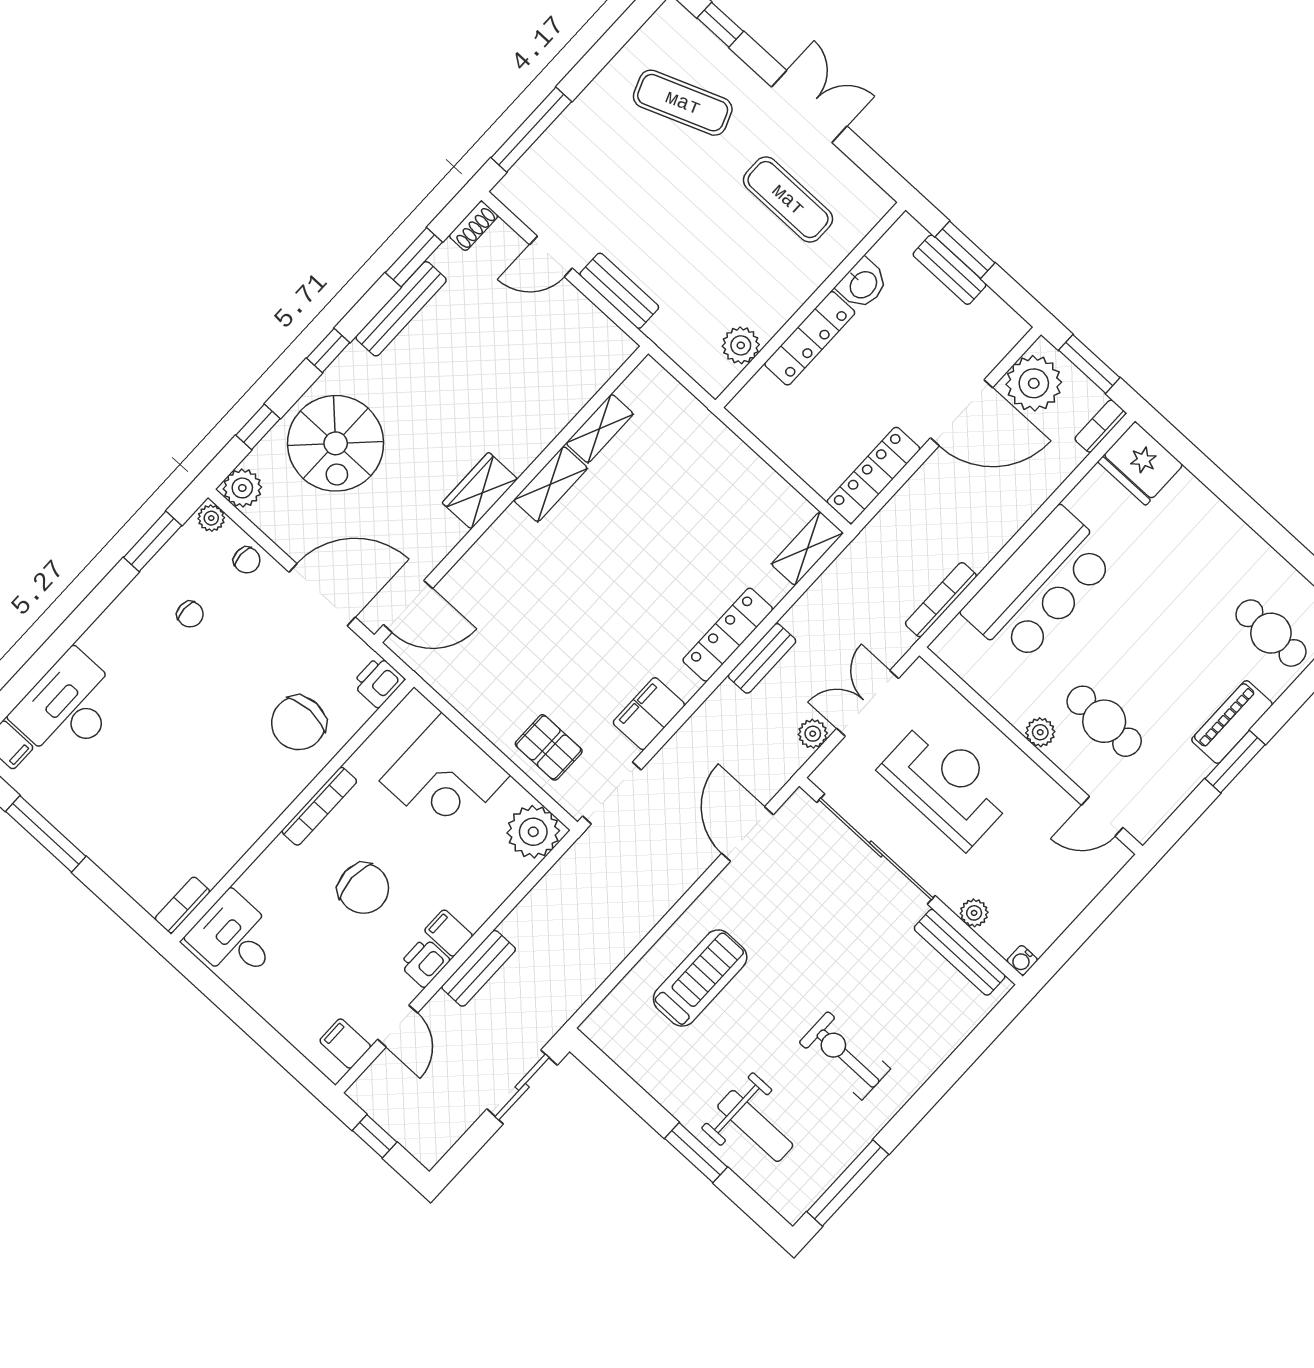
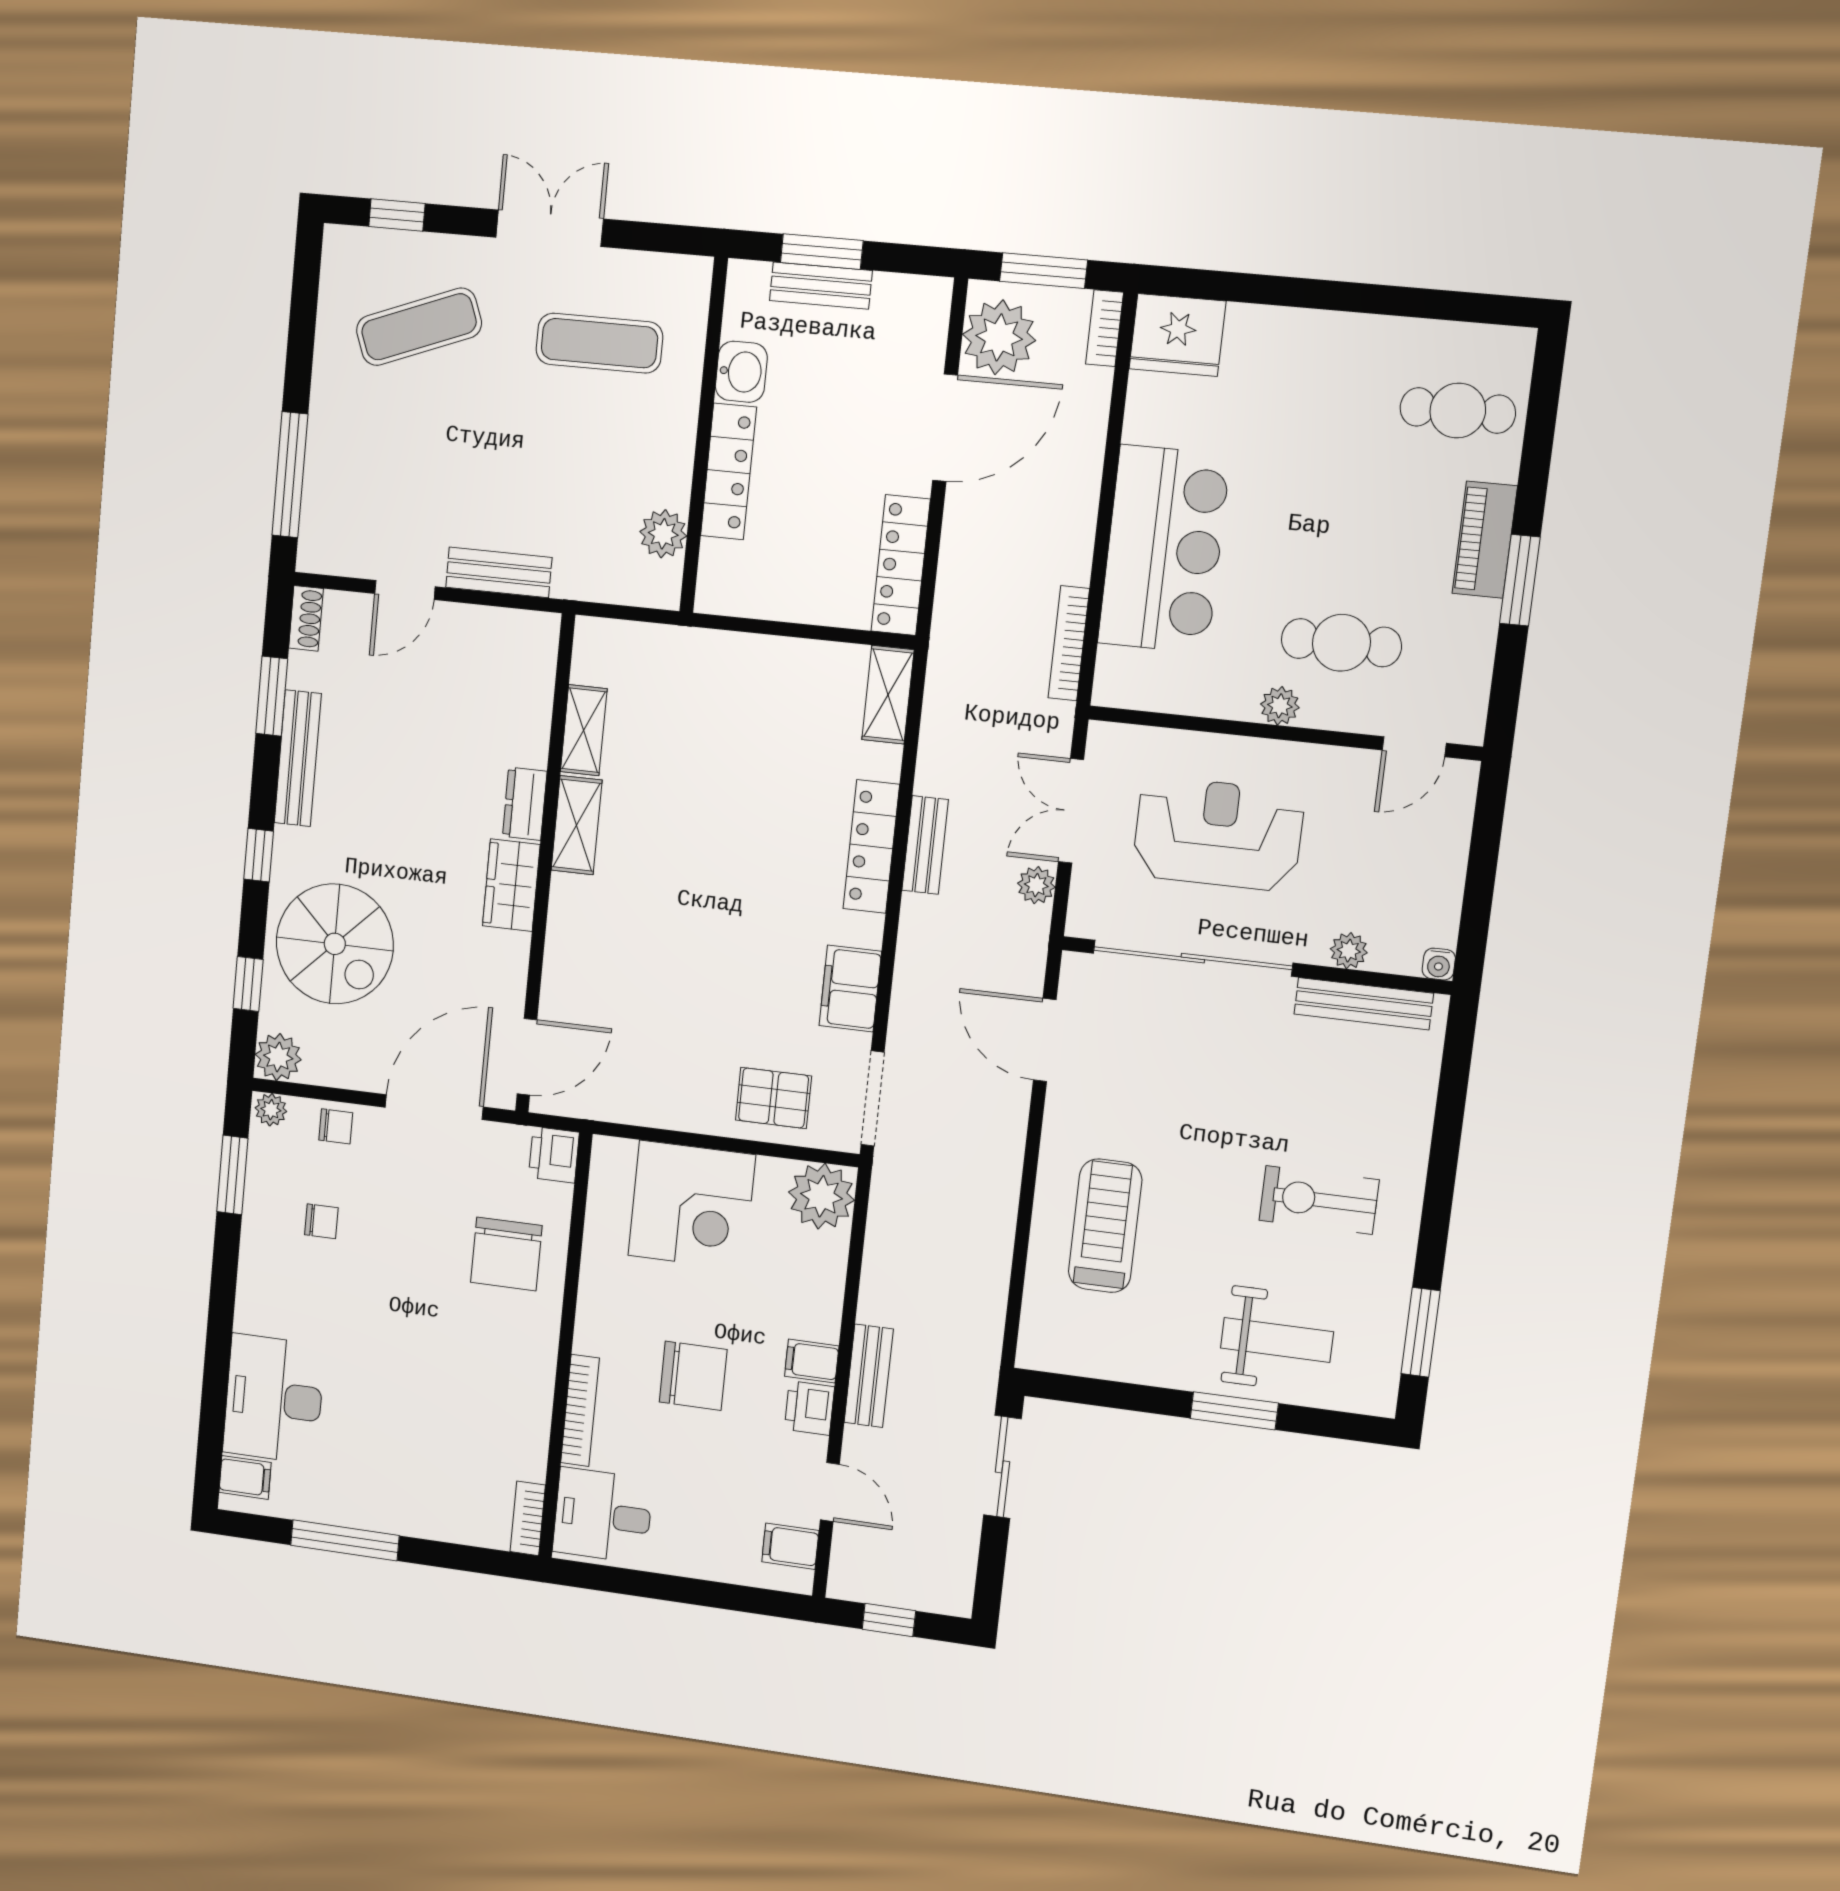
dresser: (527, 446) -> (525, 804), added
bookcase: (319, 806) -> (580, 1410), moved
window: (848, 1183) -> (1421, 1332), width x0.69

